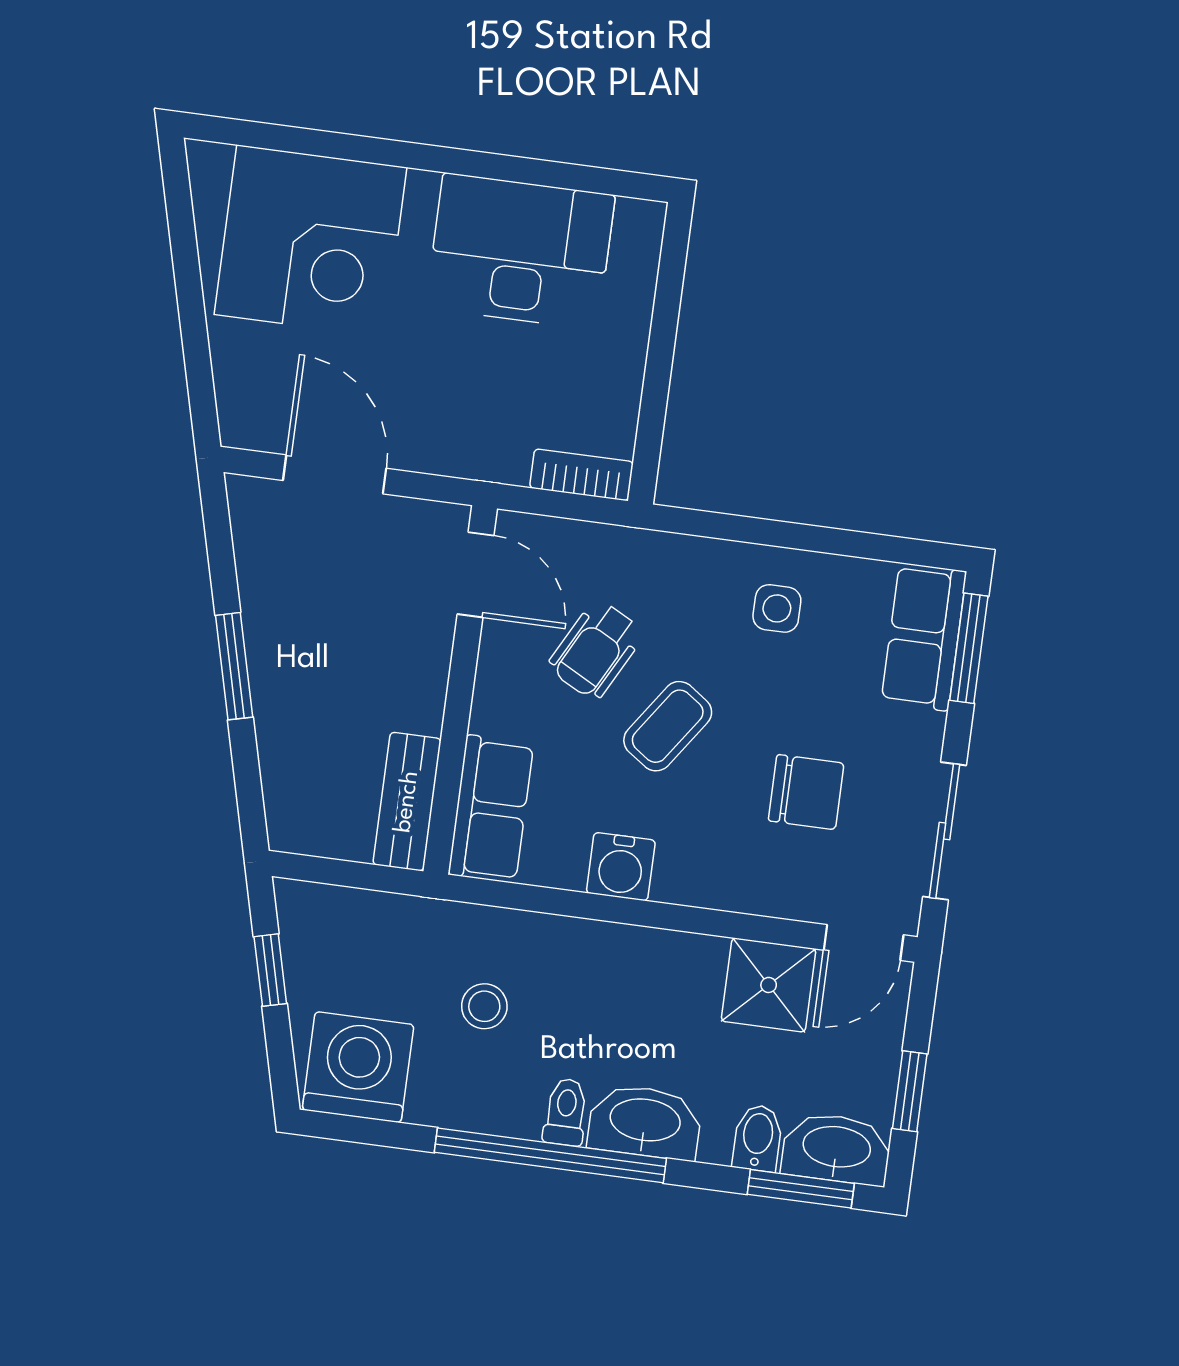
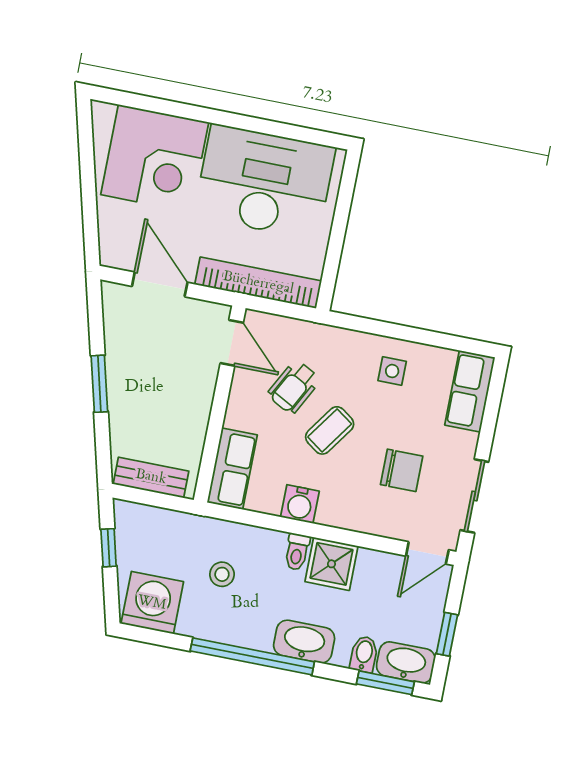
desk: (520, 251) -> (265, 182), width x1.36, depth x1.30
bookcase: (581, 475) -> (258, 283), width x2.31, depth x1.31
window: (969, 648) -> (494, 399), removed
bench: (407, 802) -> (151, 477), moved, turned 90
shower: (769, 985) -> (331, 564), moved
toilet: (566, 1112) -> (297, 552), moved, turned 180

